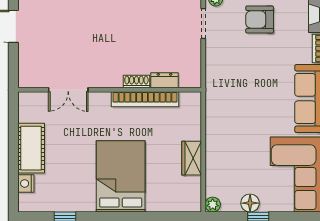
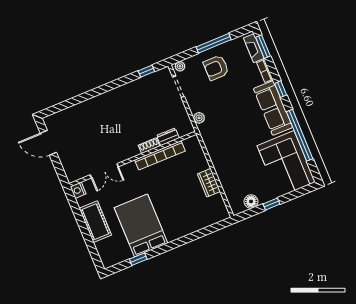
bed: (121, 176) -> (141, 225), moved
nightstand: (26, 183) -> (78, 190), moved
floor lamp: (250, 203) -> (251, 201), moved
plant: (213, 205) -> (199, 118), moved

